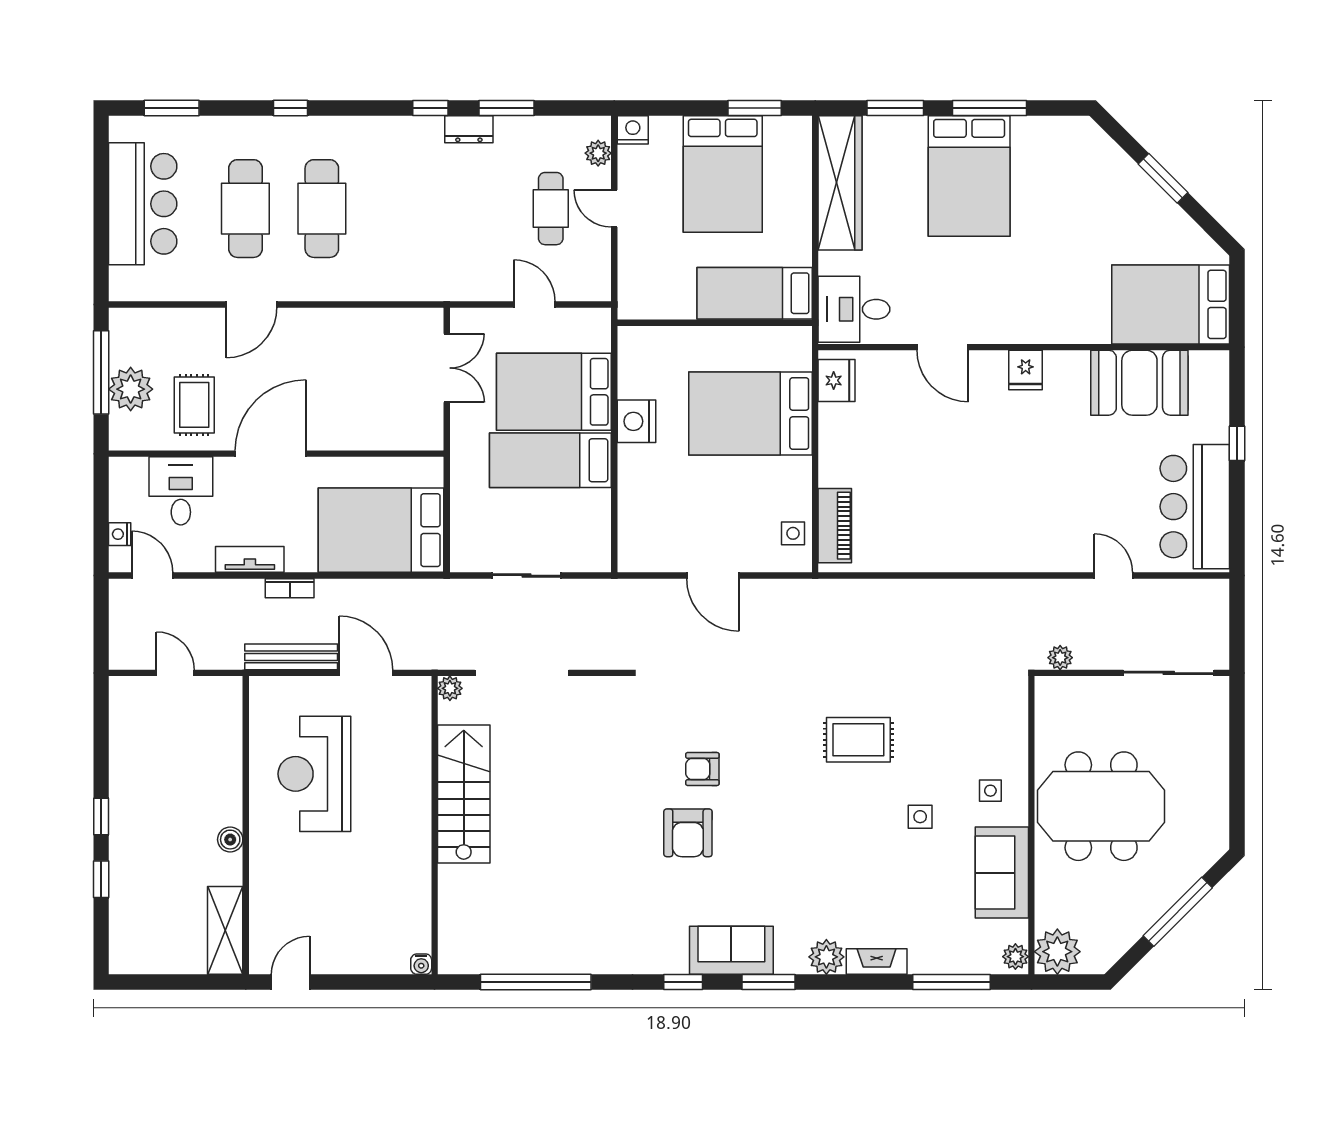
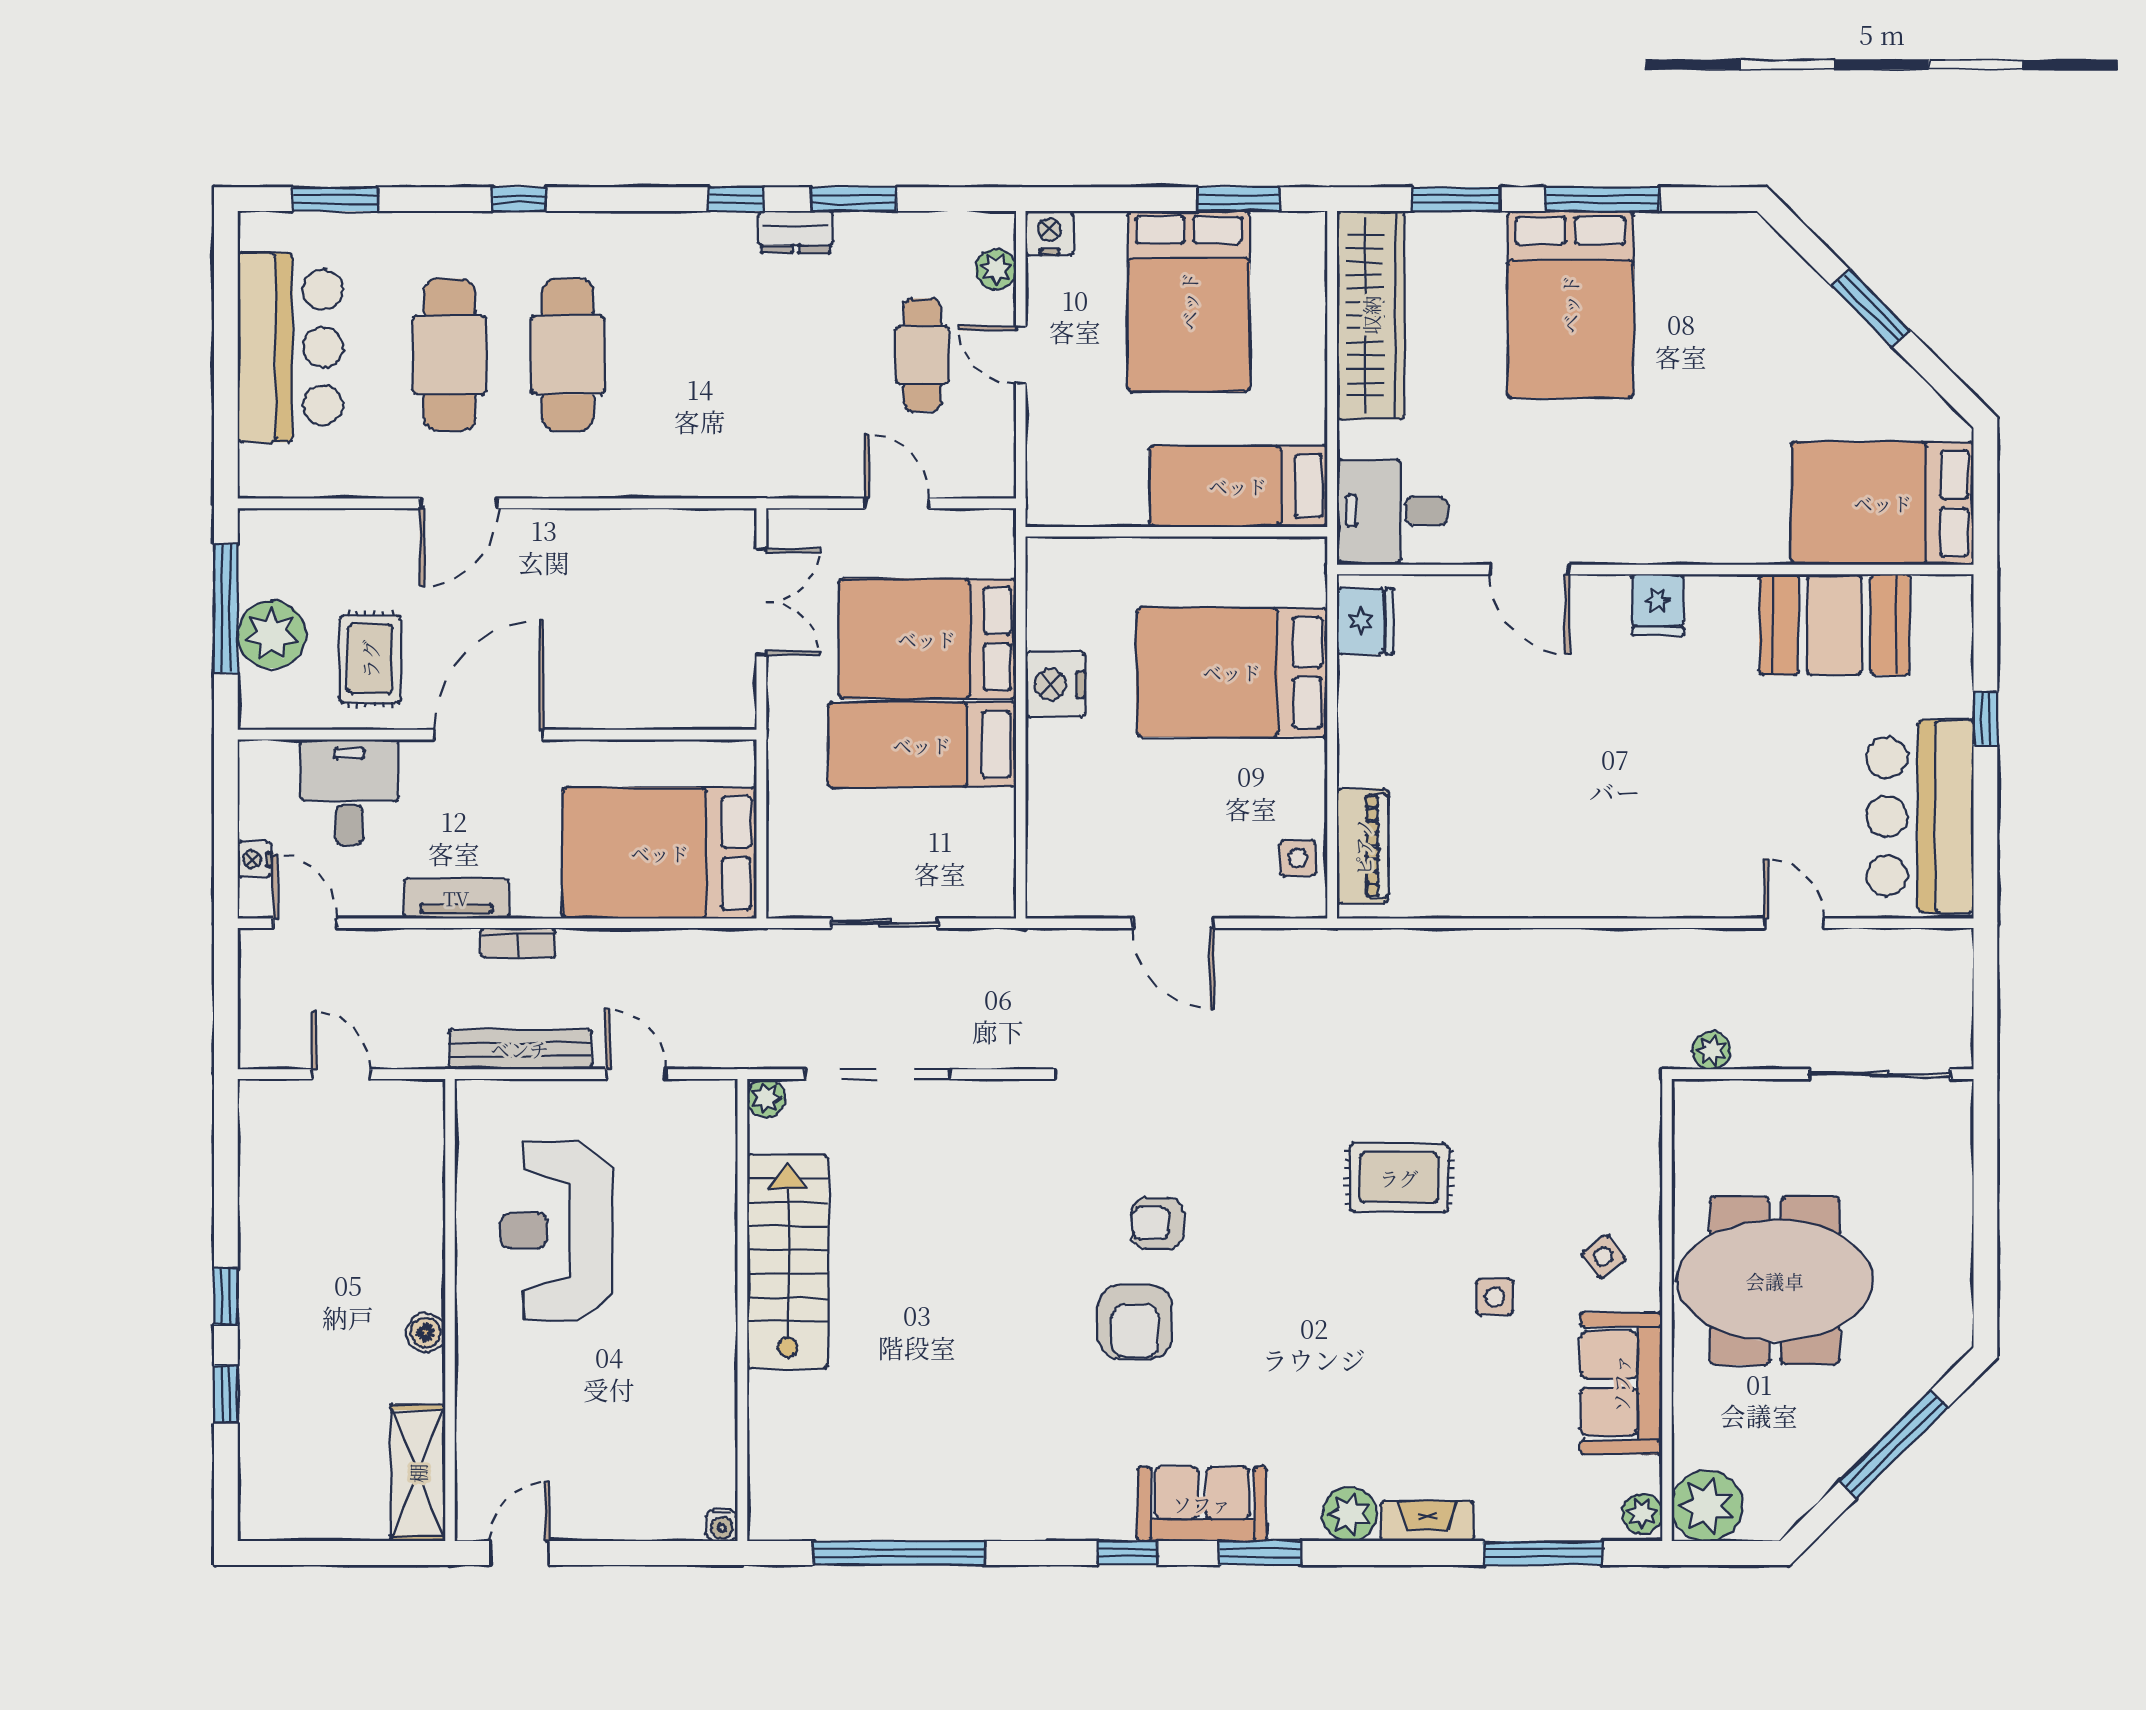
door: (366, 673) -> (636, 1074), width x0.73
side table: (990, 791) -> (1603, 1257), turned -37

